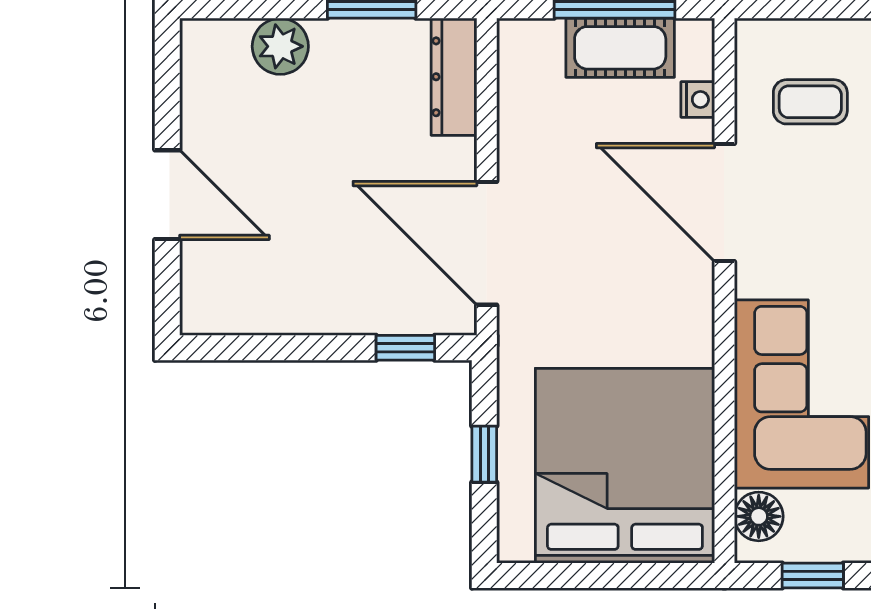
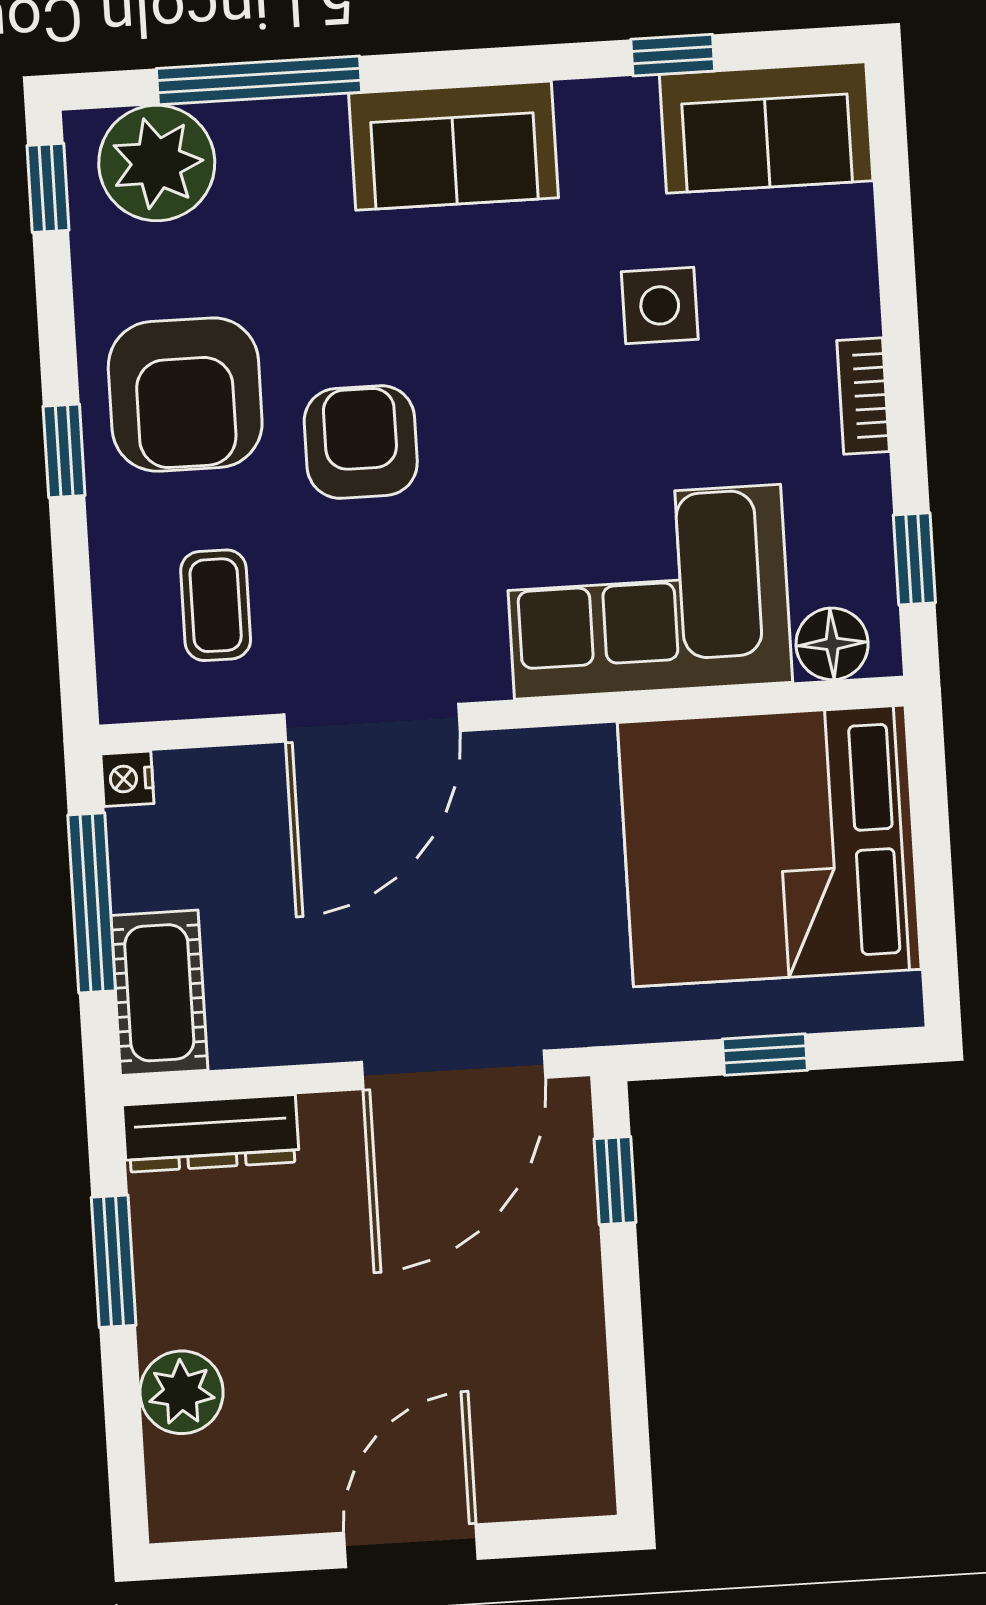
cot: (620, 48) -> (159, 993), moved
nightstand: (698, 100) -> (127, 779), moved, turned -90

